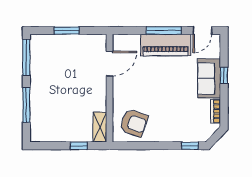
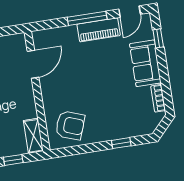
piano: (166, 45) -> (99, 30), width x0.73, depth x0.75
window: (224, 75) -> (158, 38), moved
window: (190, 146) -> (121, 143), moved

